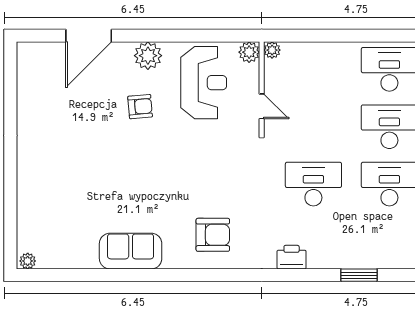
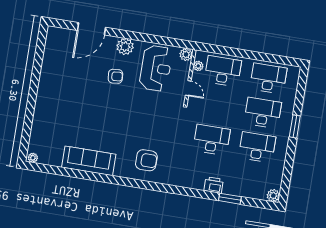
plant: (272, 50) -> (198, 66), moved
desk: (313, 69) -> (223, 71), added
sofa: (131, 251) -> (89, 161), width x1.36
printer: (292, 257) -> (214, 185), moved

